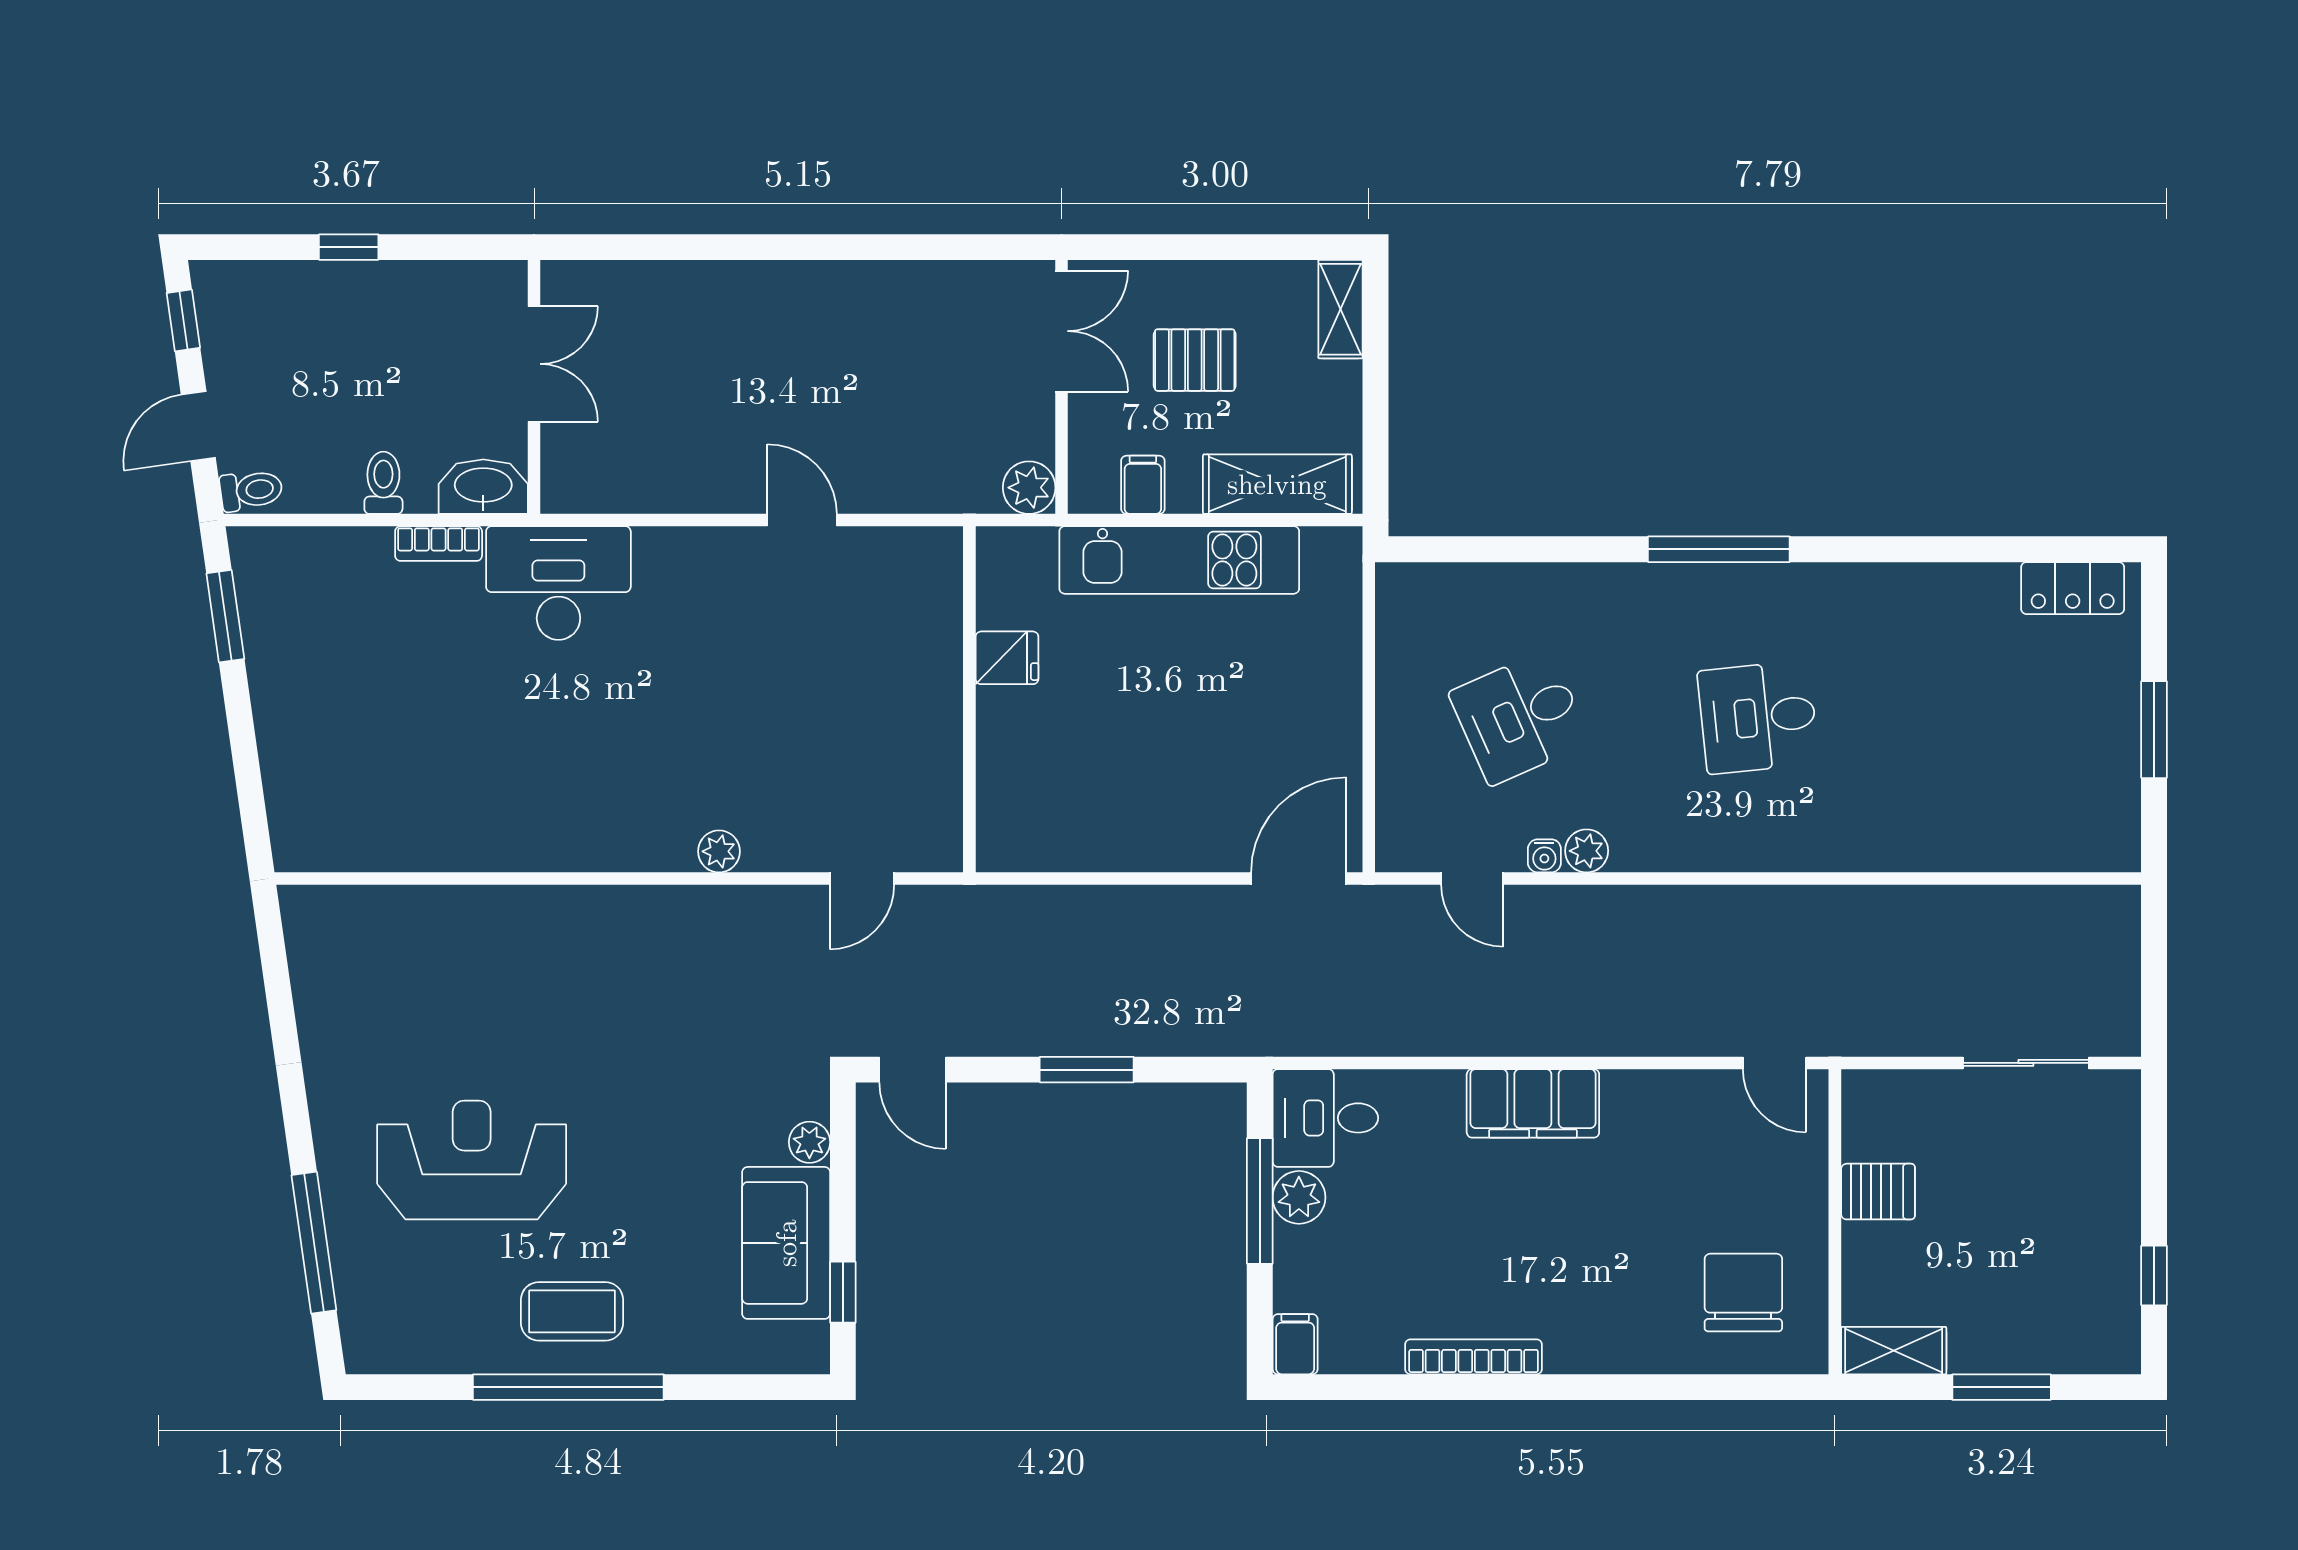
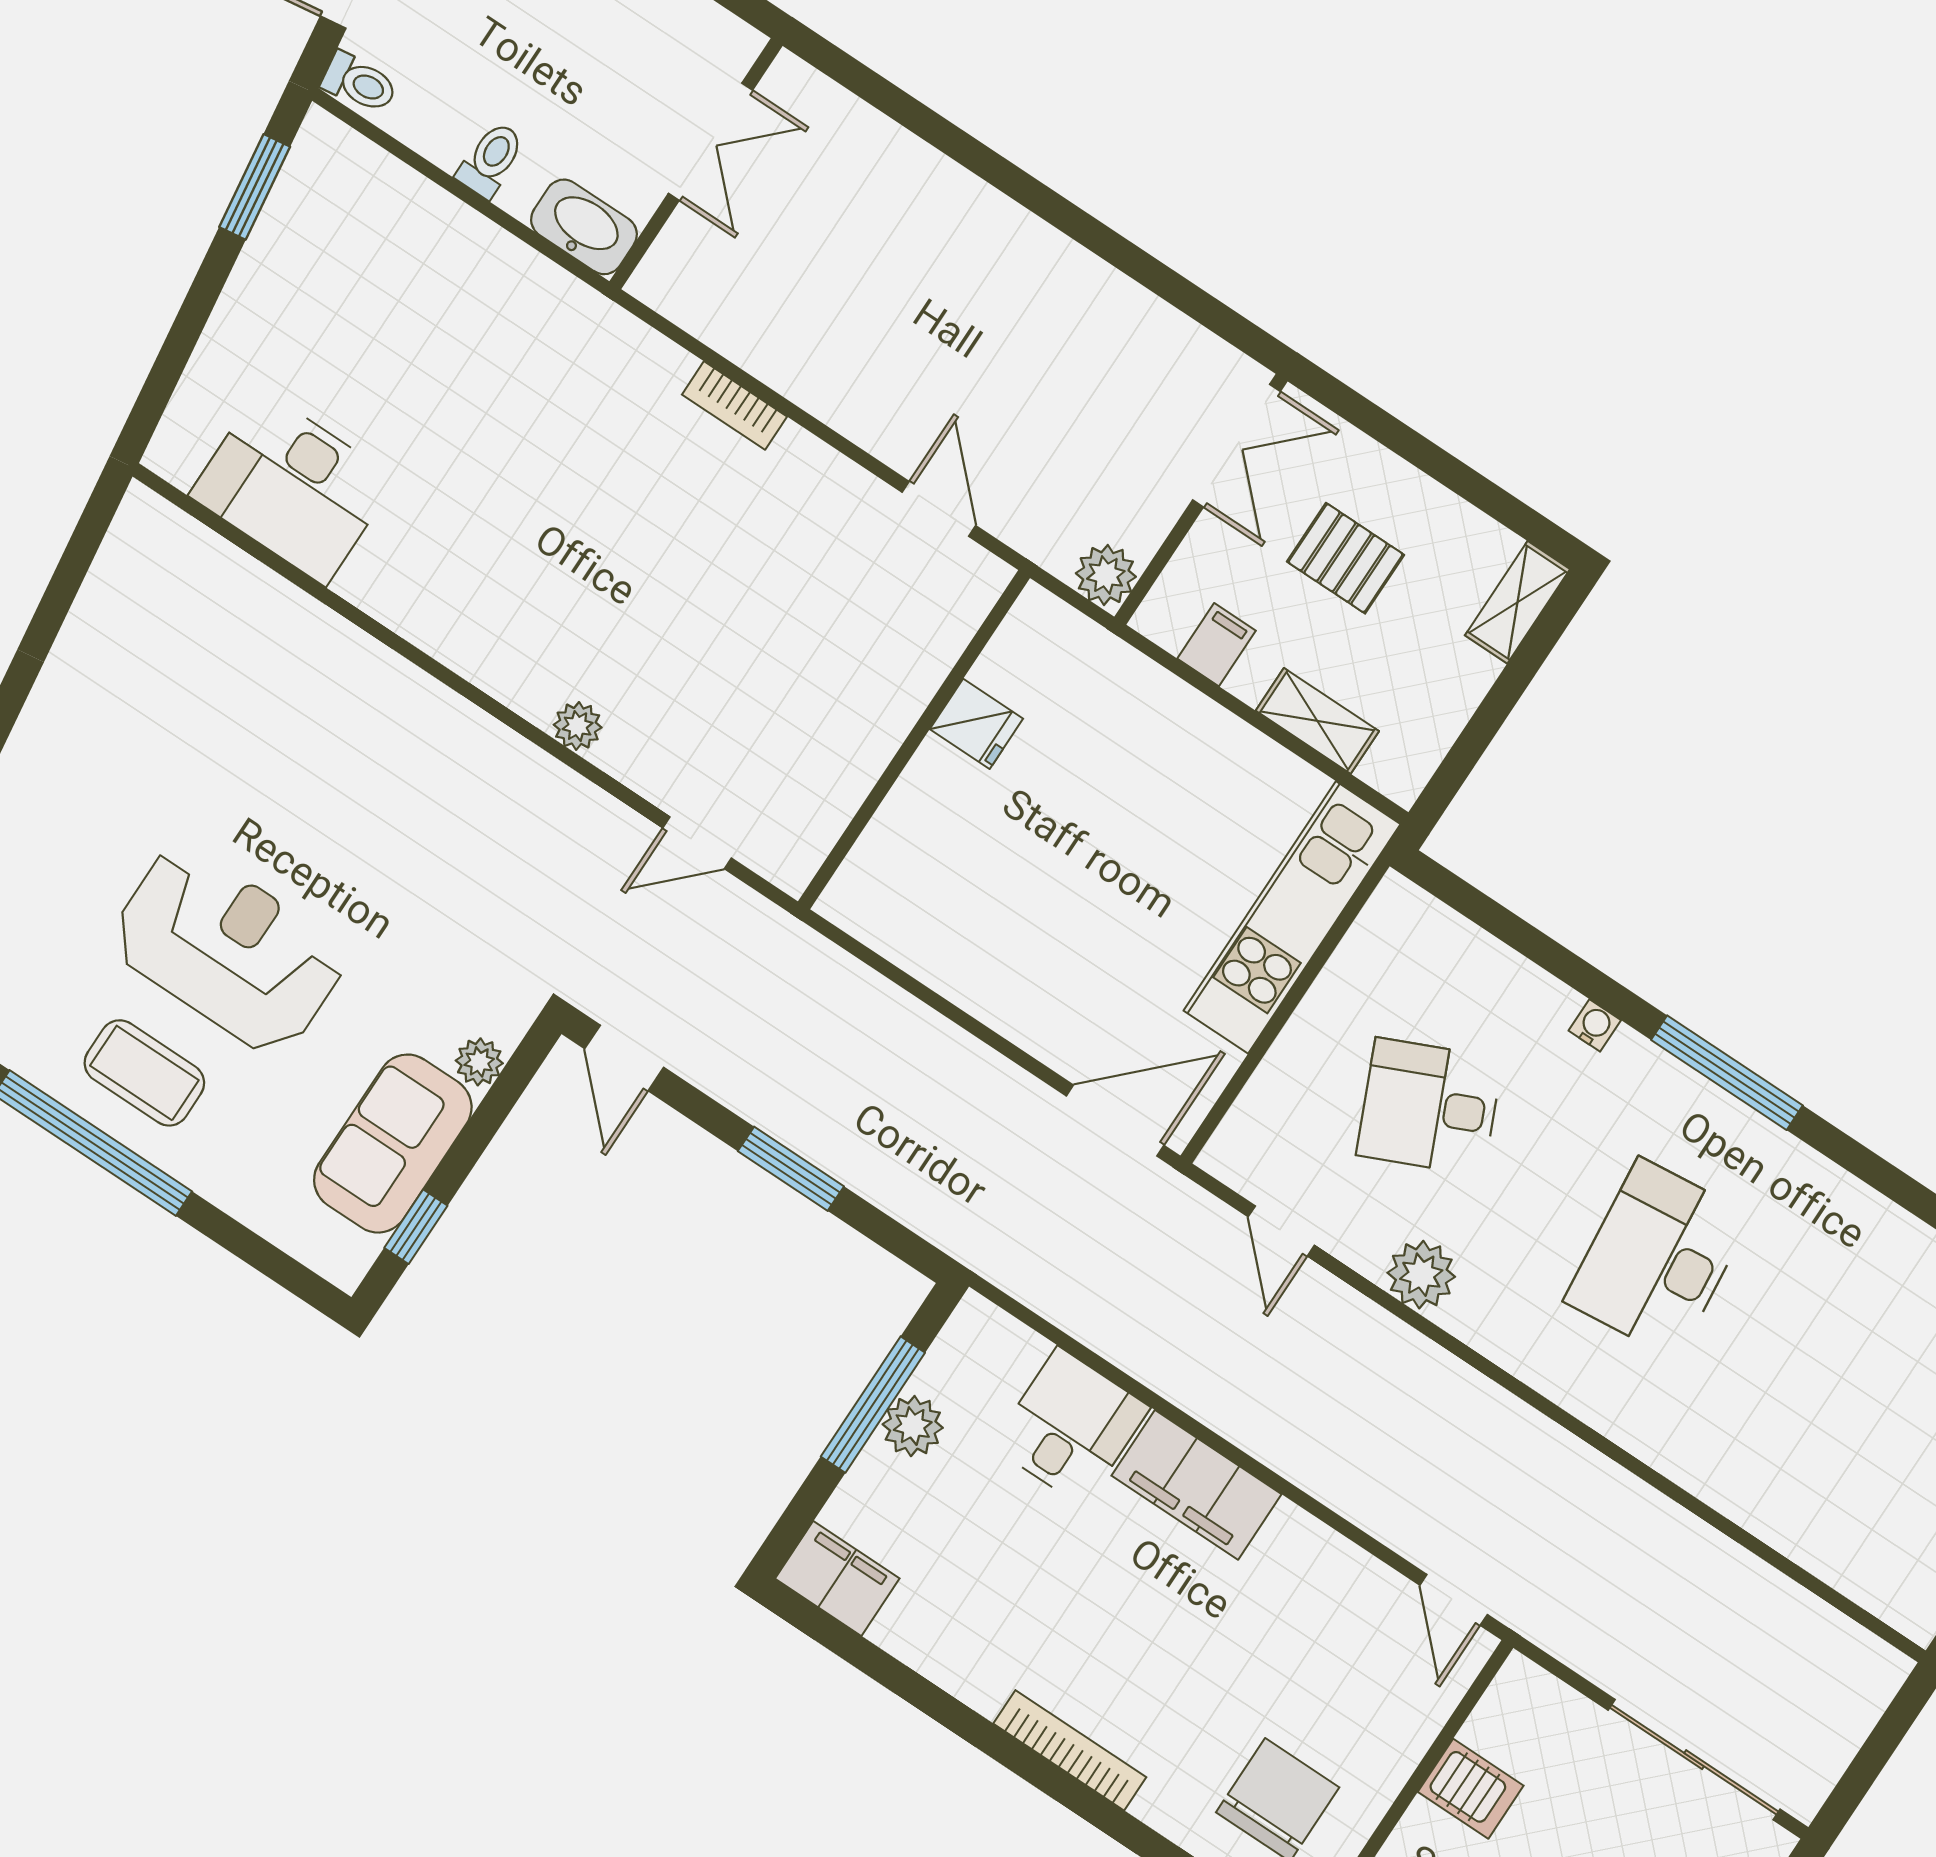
shelving: (1277, 484) -> (1317, 721), width x0.67, depth x0.75
door: (802, 520) -> (939, 509), moved
bookcase: (439, 544) -> (734, 406), moved
kitchen unit: (1179, 560) -> (1292, 917), moved, turned 90
desk: (558, 583) -> (293, 487), moved, turned 180
desk: (1758, 717) -> (1658, 1258), width x1.37
plant: (1587, 851) -> (1421, 1275), width x1.38, depth x1.38
water cooler: (1544, 856) -> (1595, 1025), moved, turned 180
sliding door: (2026, 1063) -> (1694, 1760), width x1.37
desk: (1325, 1118) -> (1071, 1427), moved, turned 90
reception desk: (472, 1160) -> (228, 949), moved
filing cabinet: (1295, 1344) -> (837, 1579), width x2.00
bookcase: (1474, 1357) -> (1070, 1750), moved

